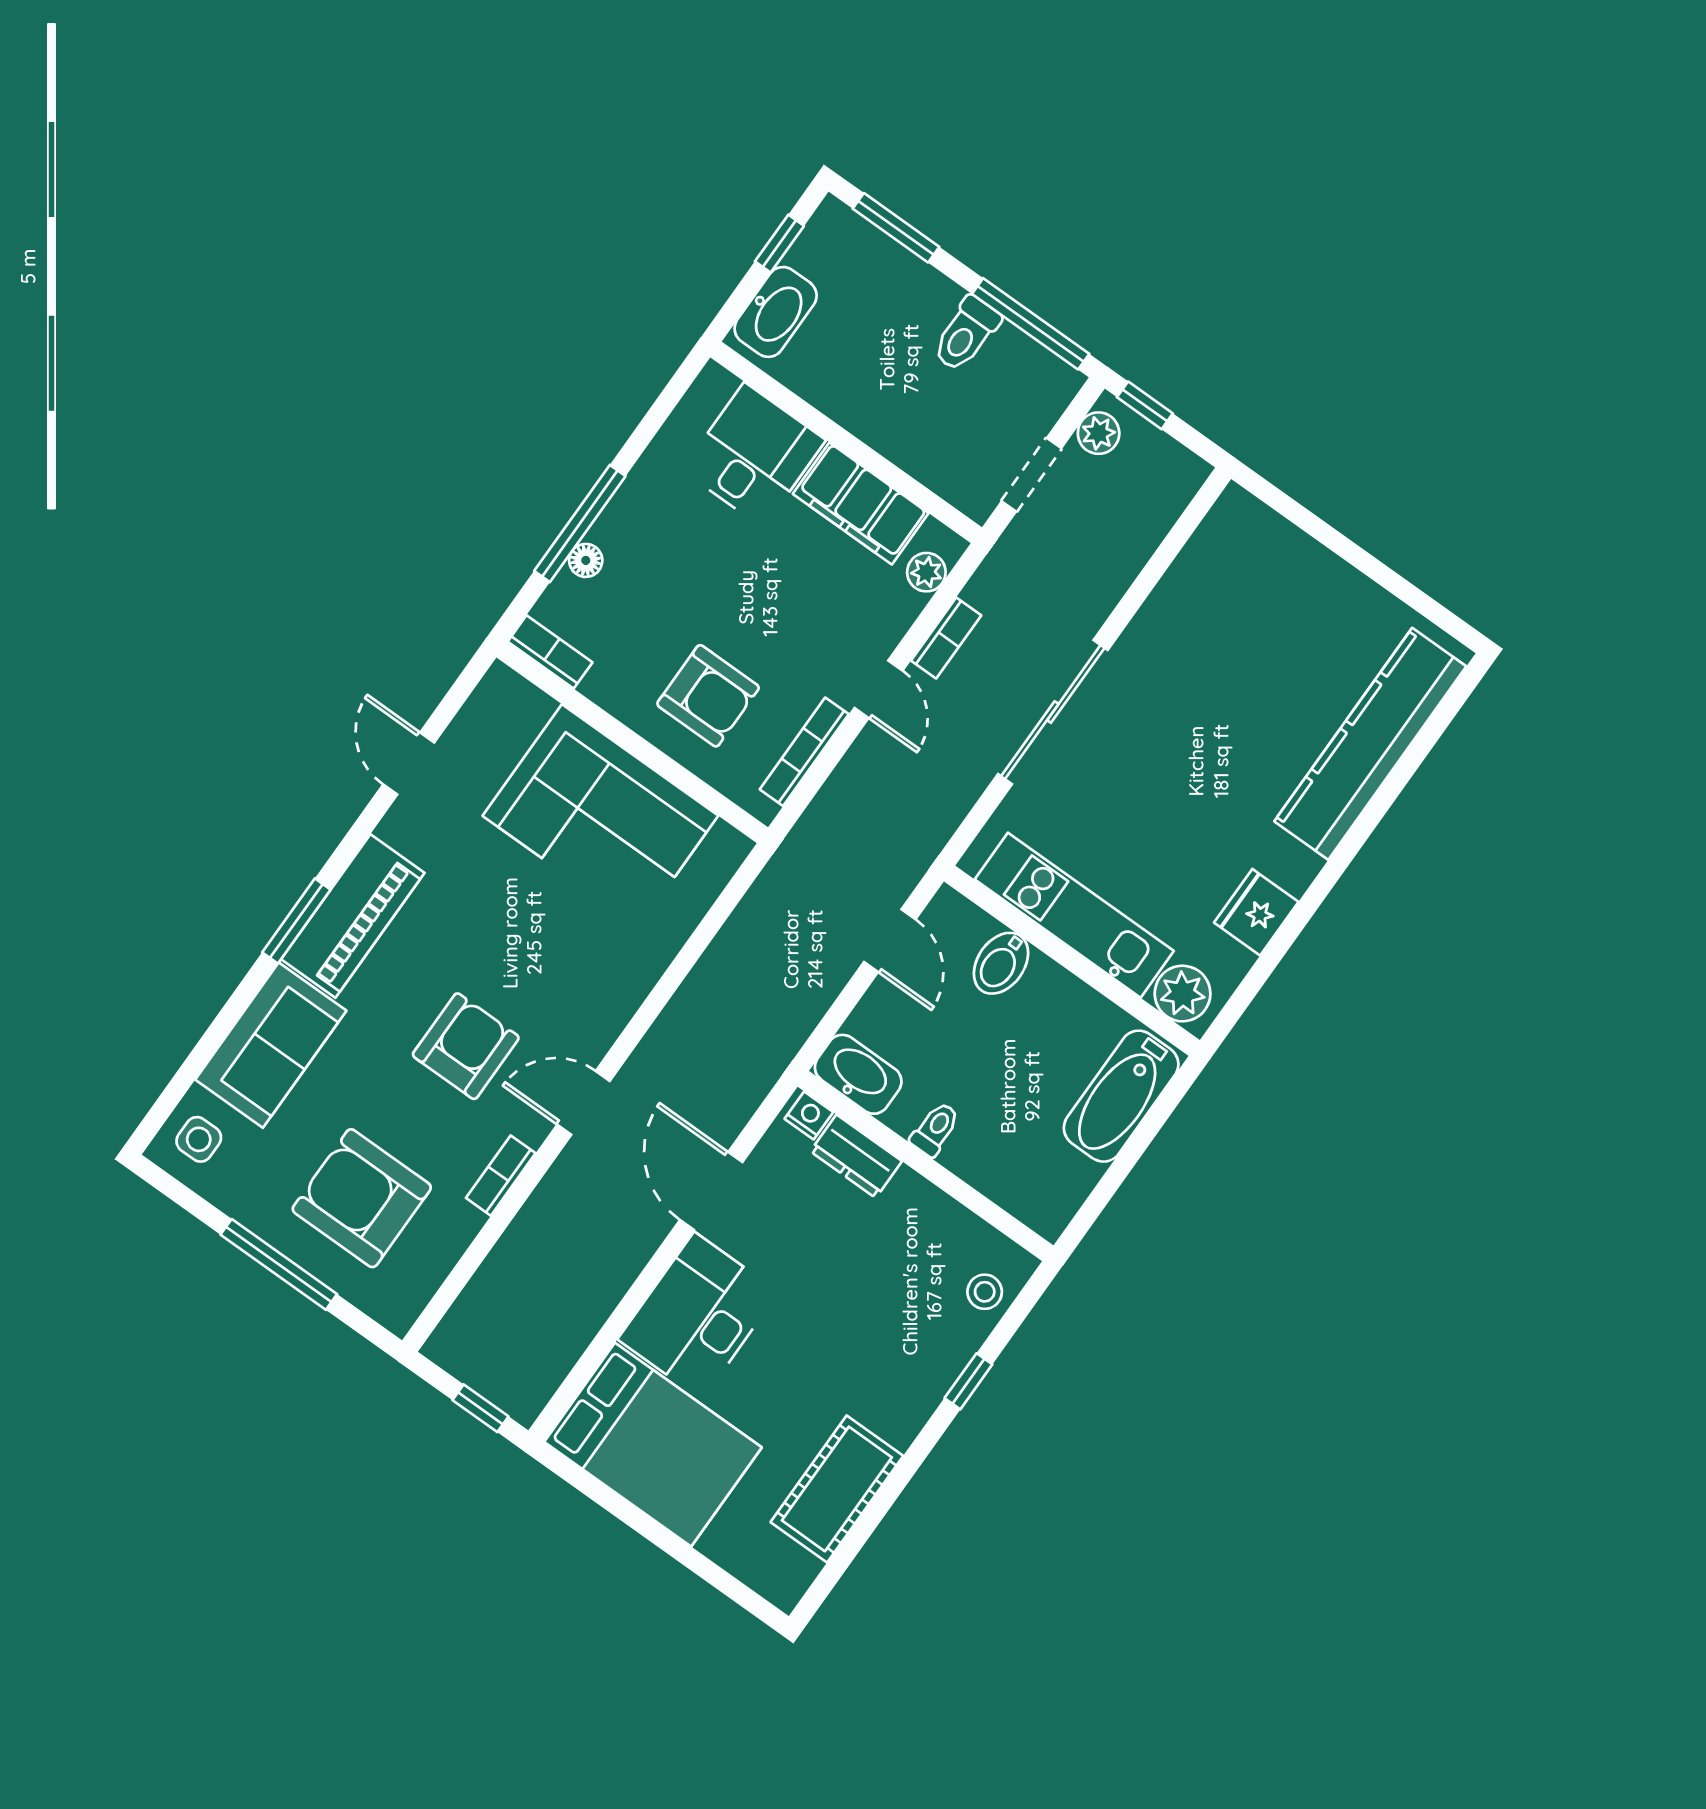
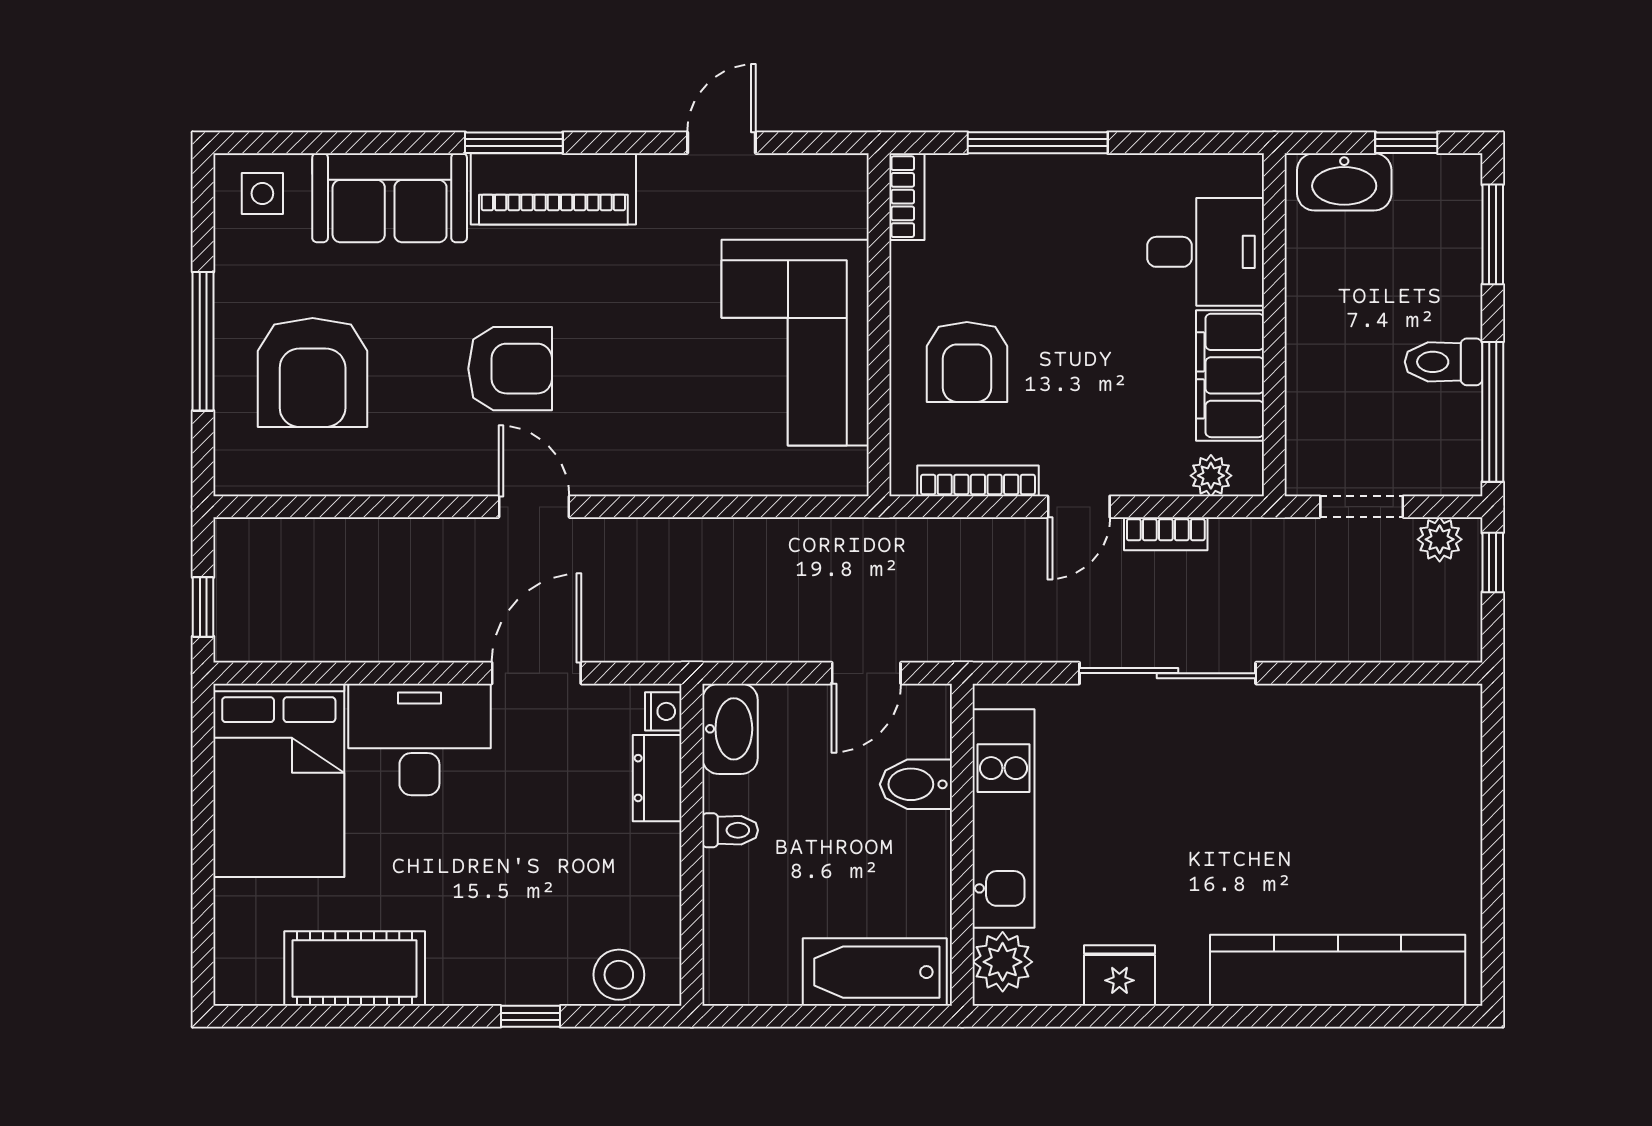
floor lamp: (586, 560) -> (1009, 171), removed
bookcase: (501, 1176) -> (419, 480), removed
armchair: (362, 1198) -> (313, 372), turned 180
stool: (985, 1292) -> (619, 975), width x1.37, depth x1.37

